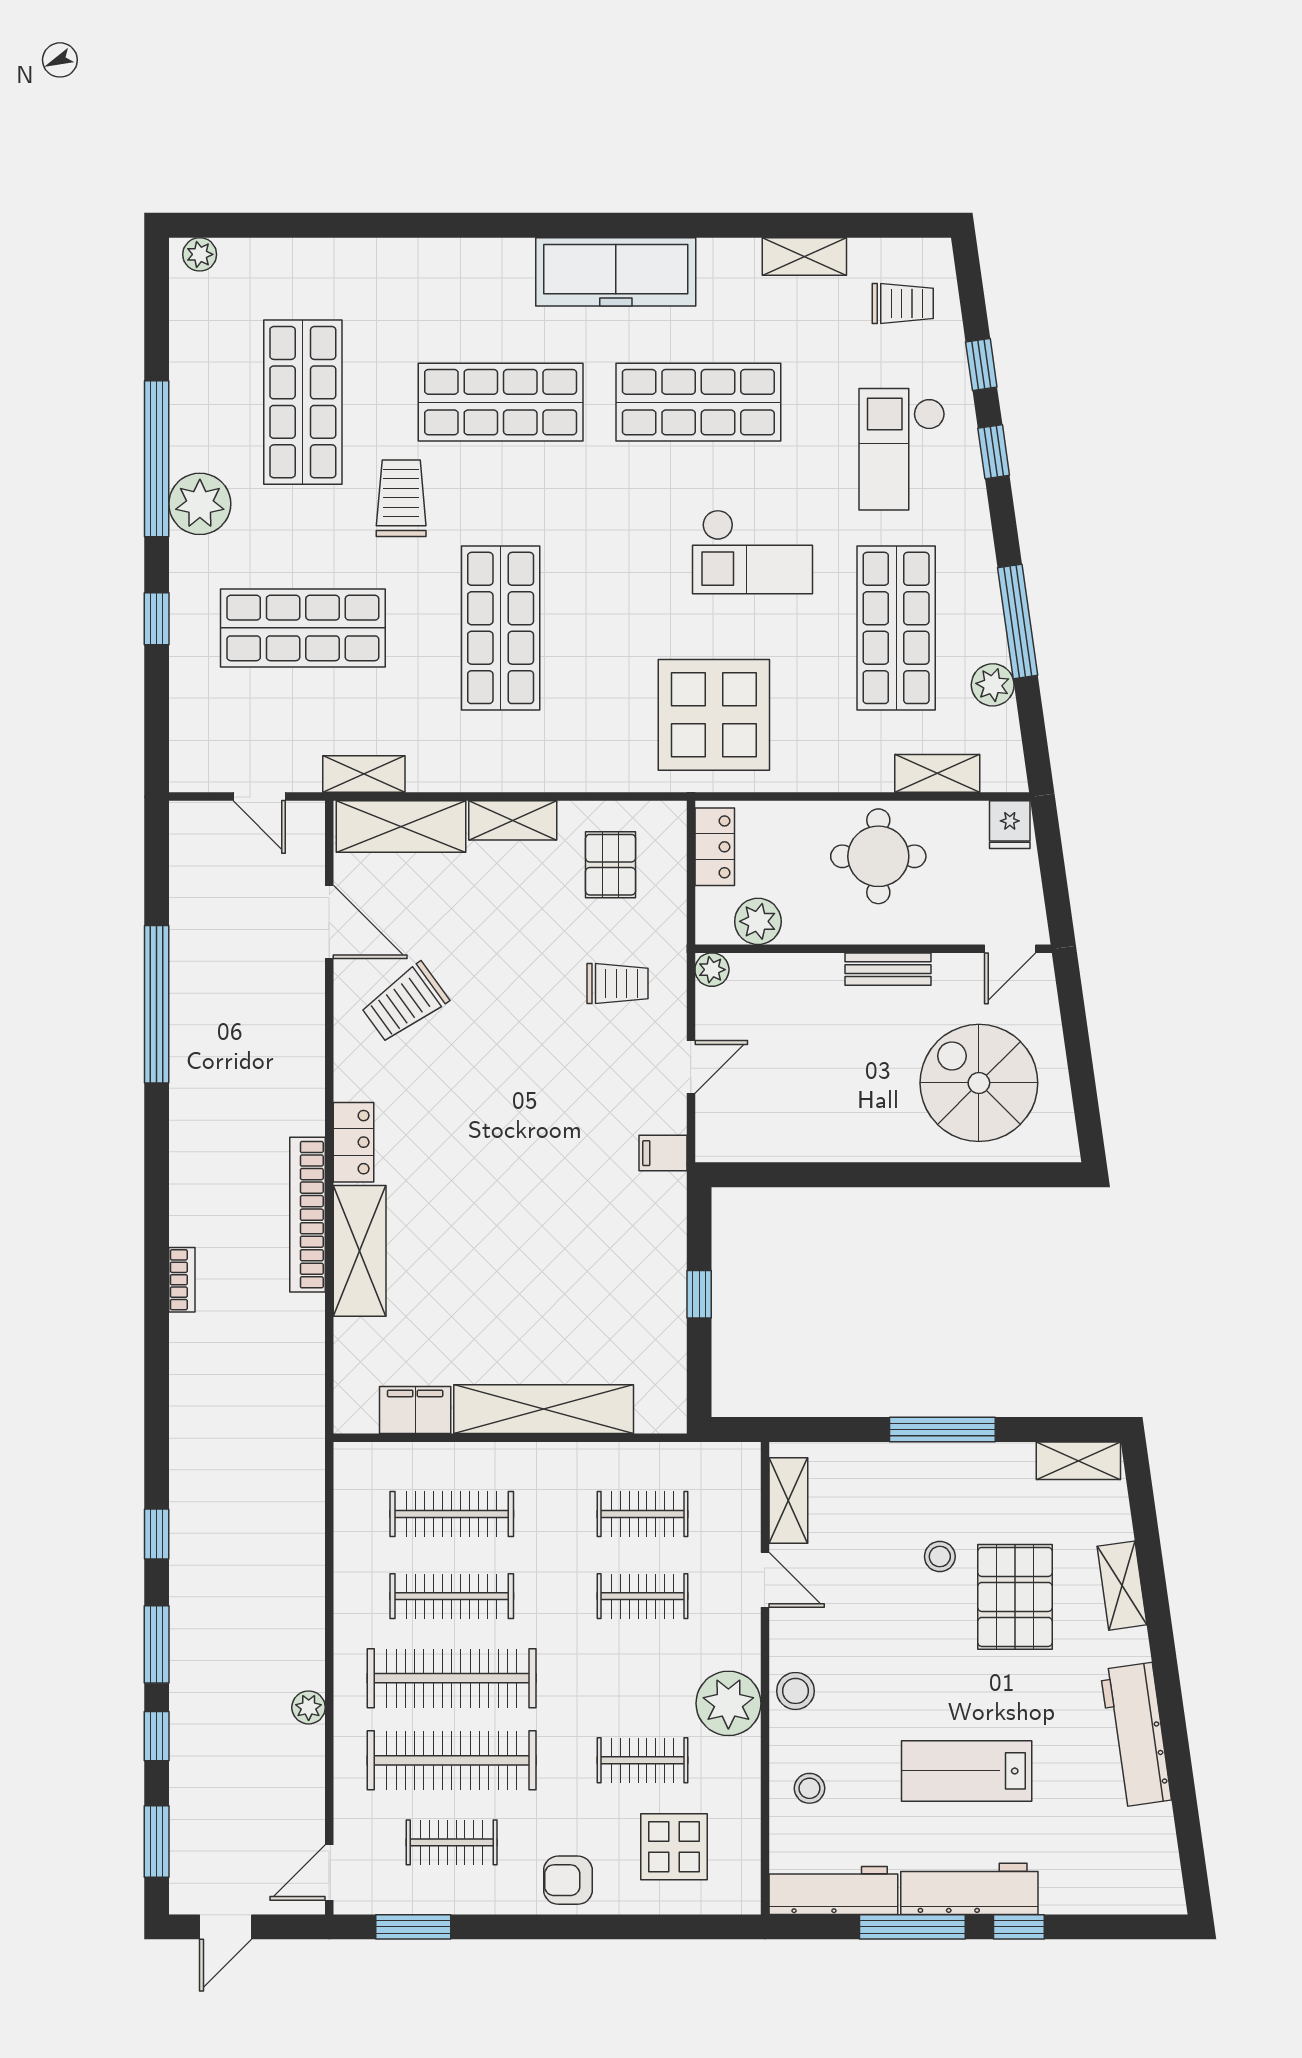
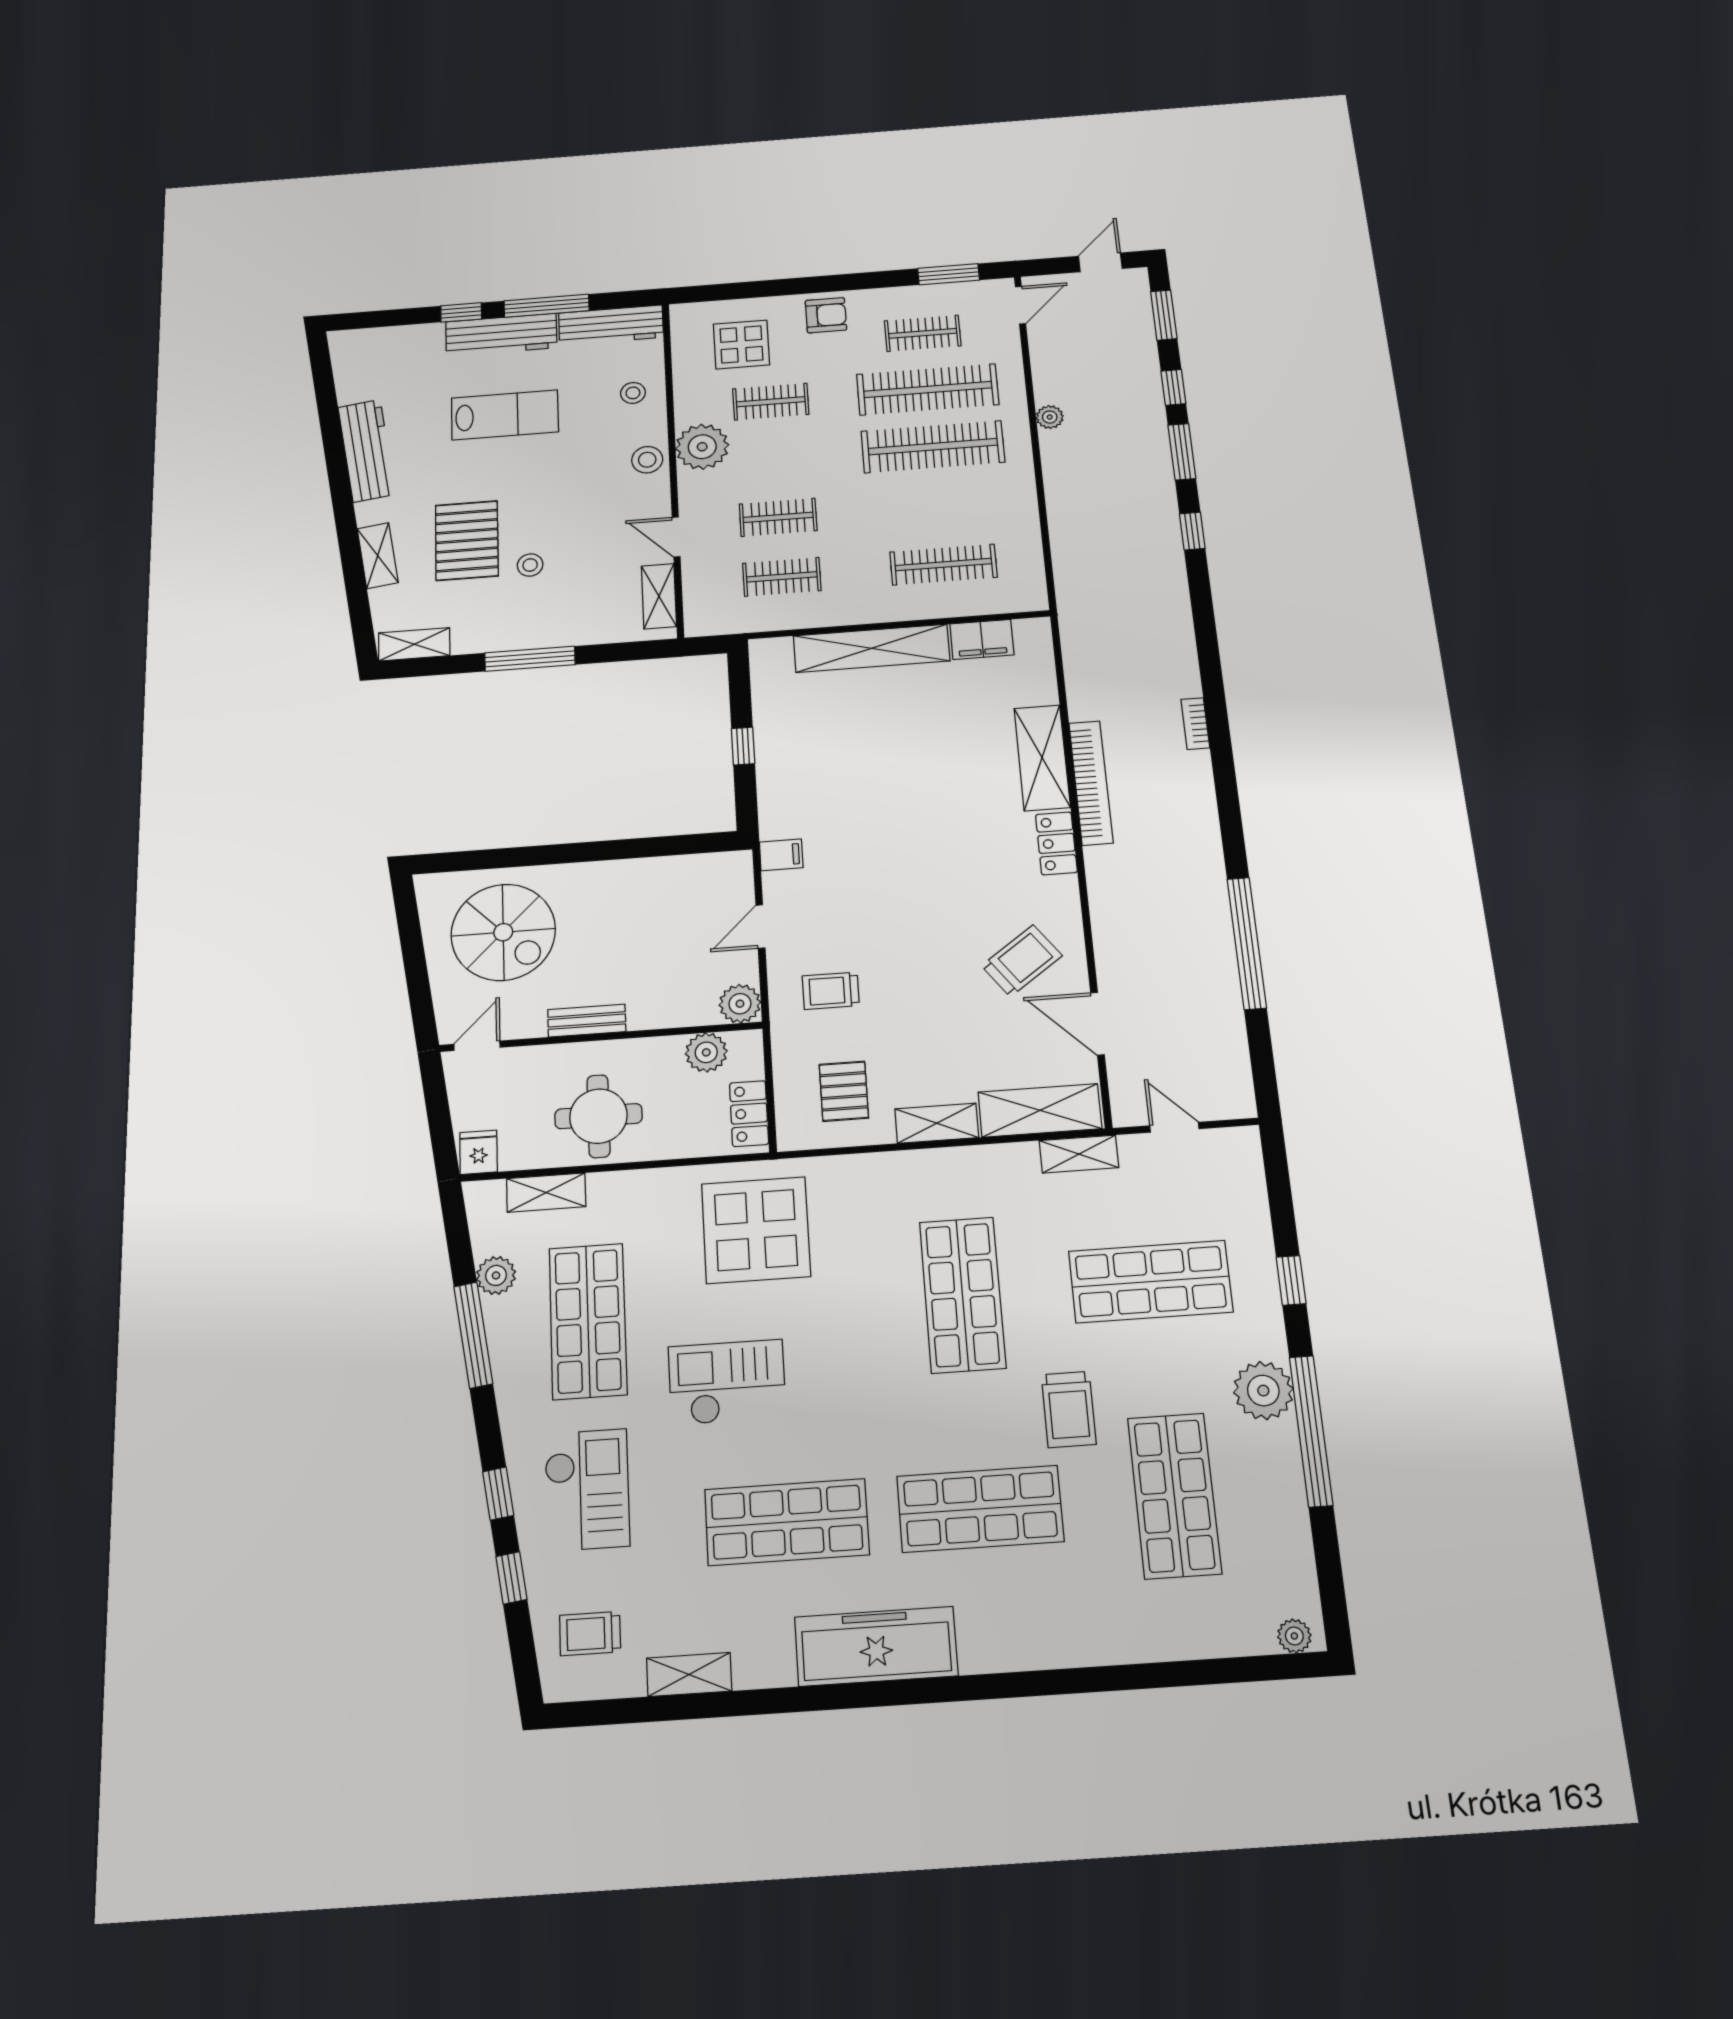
plant: (712, 970) -> (740, 1004), width x1.38, depth x1.38
clothes rail: (452, 1596) -> (938, 505), removed

